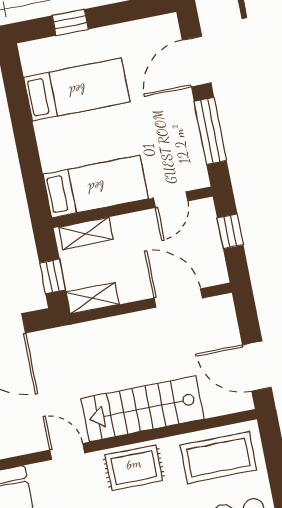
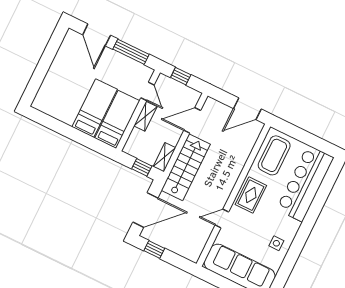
window: (70, 22) -> (38, 76), removed
bed: (77, 90) -> (95, 108), moved
shelving: (86, 233) -> (145, 116), moved
stairs: (143, 409) -> (186, 167), moved, turned 180

